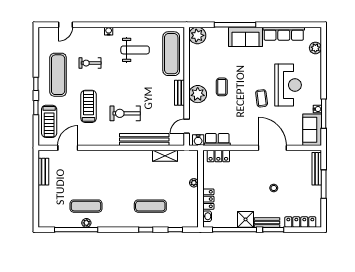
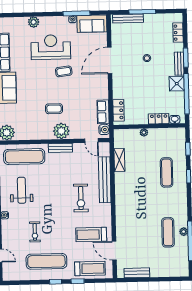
plant: (315, 48) -> (34, 22), moved
treadmill: (89, 106) -> (91, 235), moved
locker: (300, 222) -> (178, 33), width x0.66

